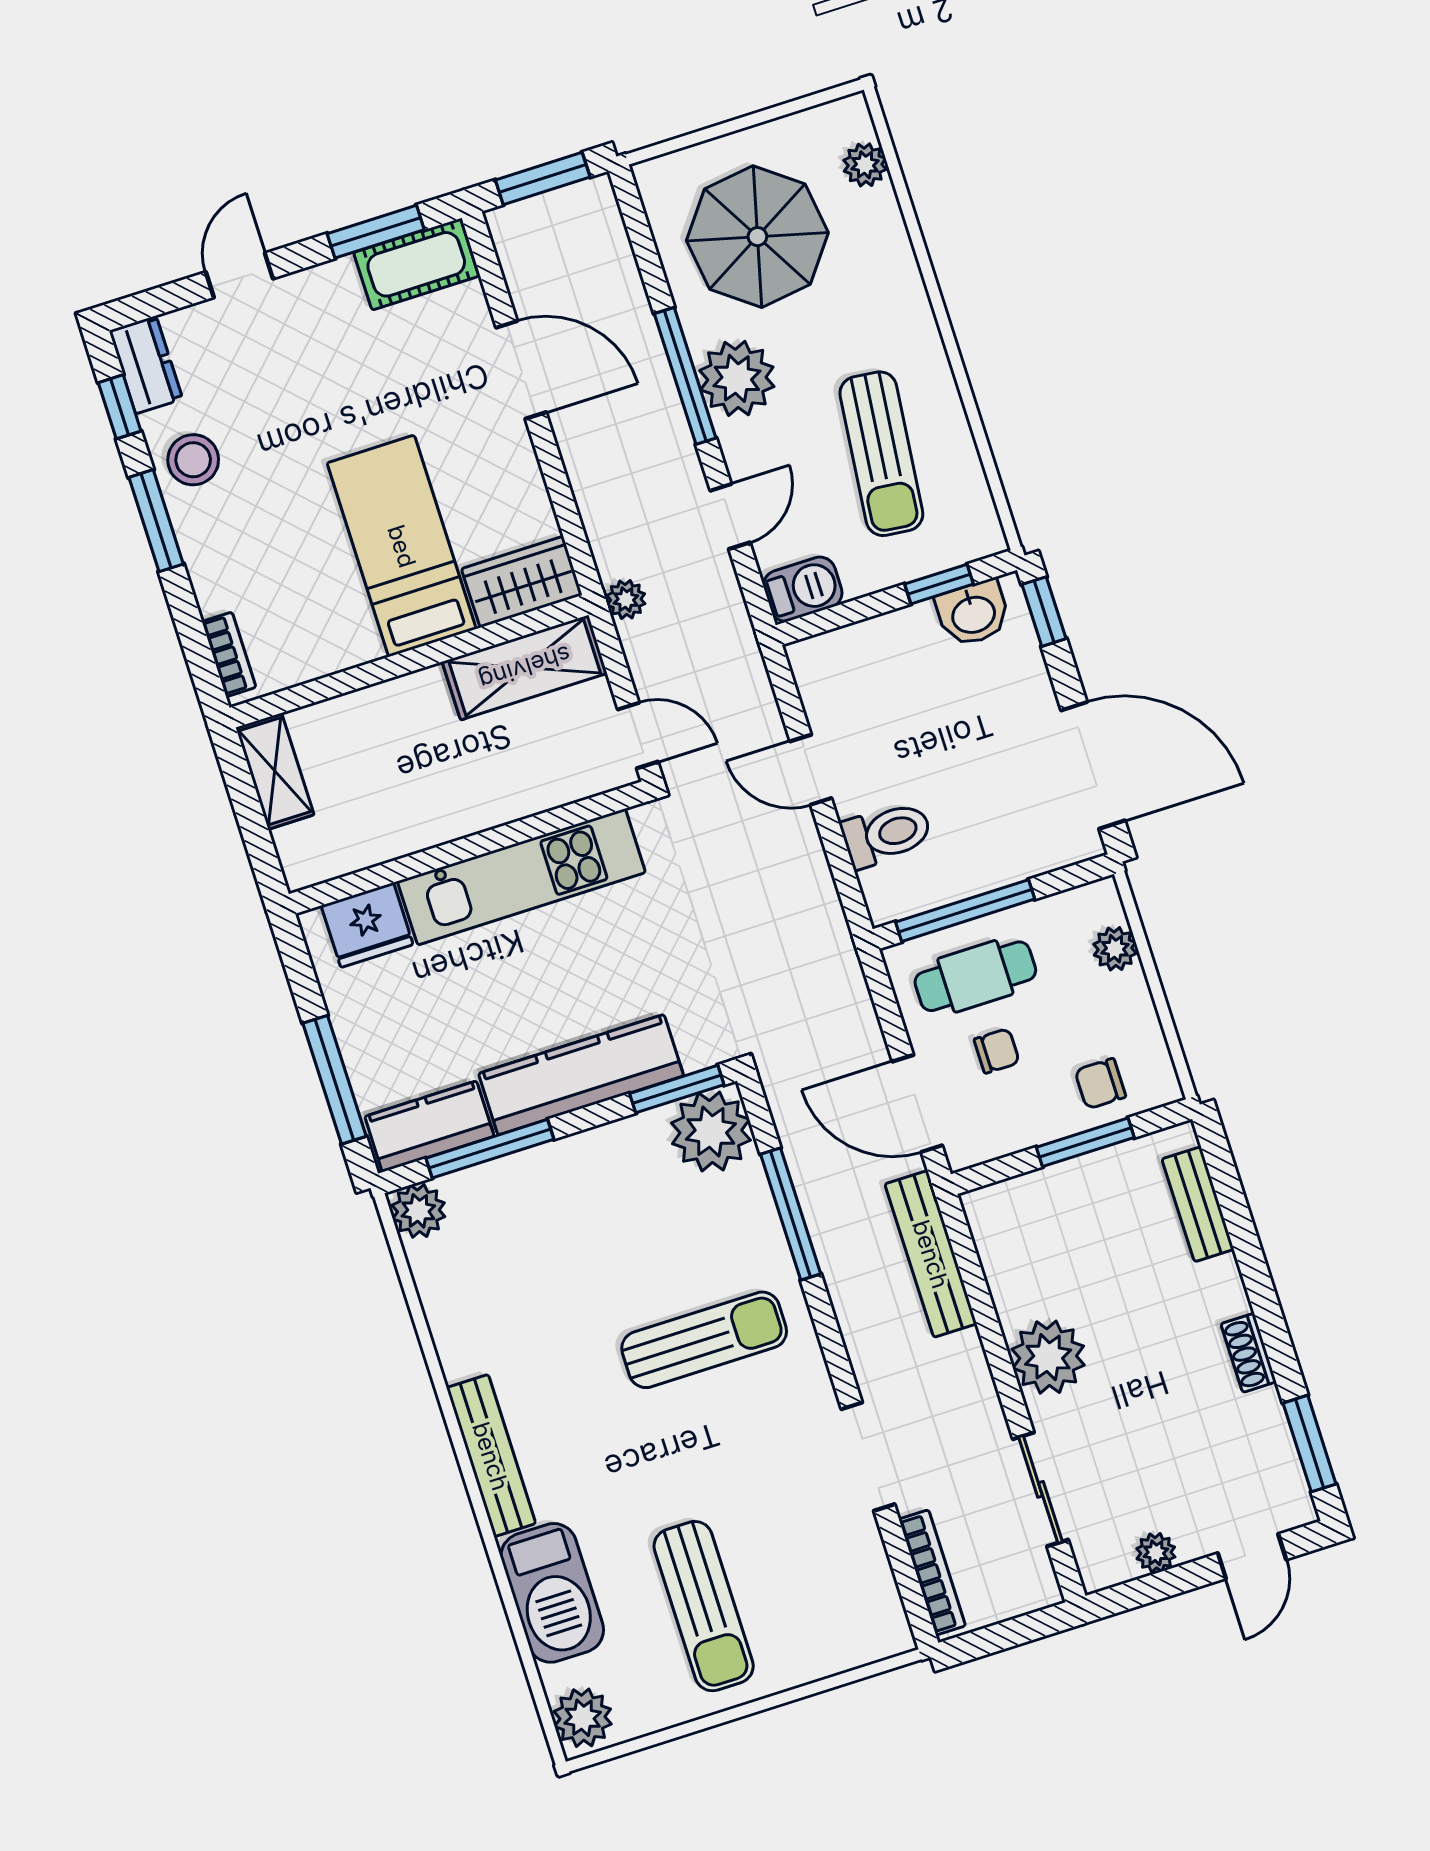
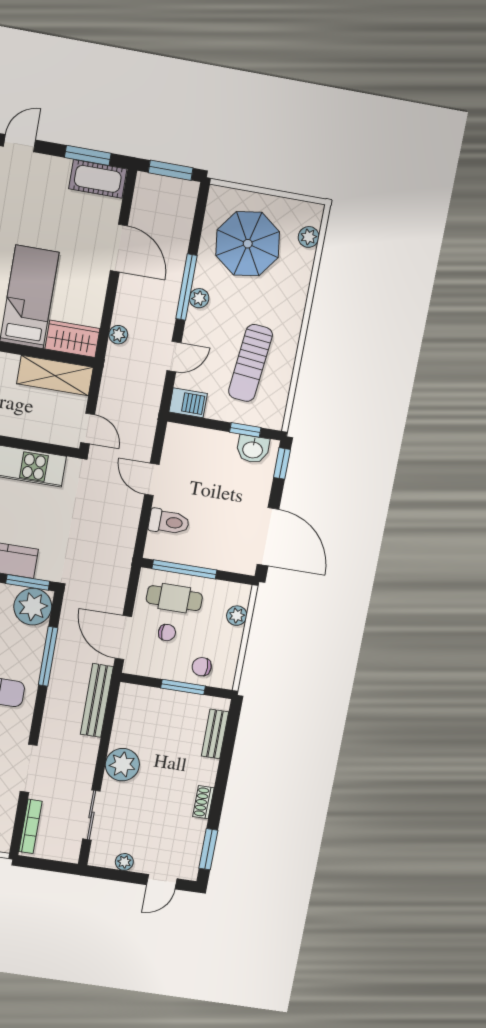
plant: (737, 378) -> (199, 298), width x0.53, depth x0.53
plant: (626, 600) -> (118, 335), moved

